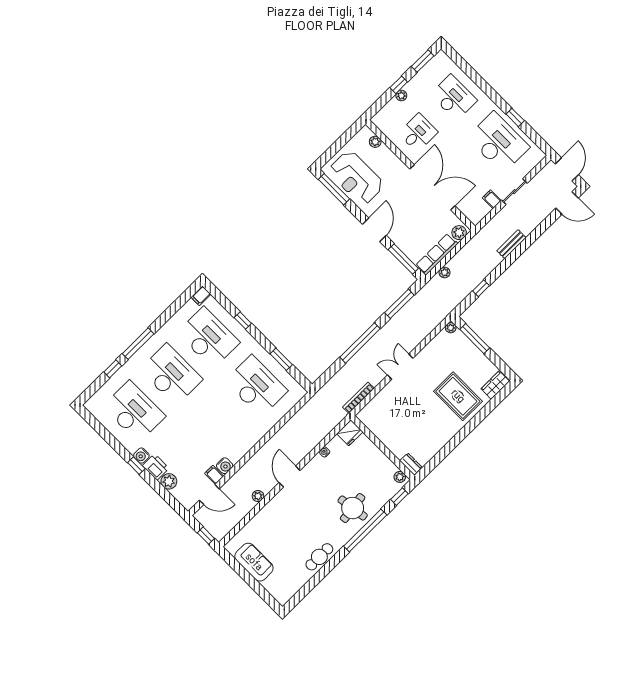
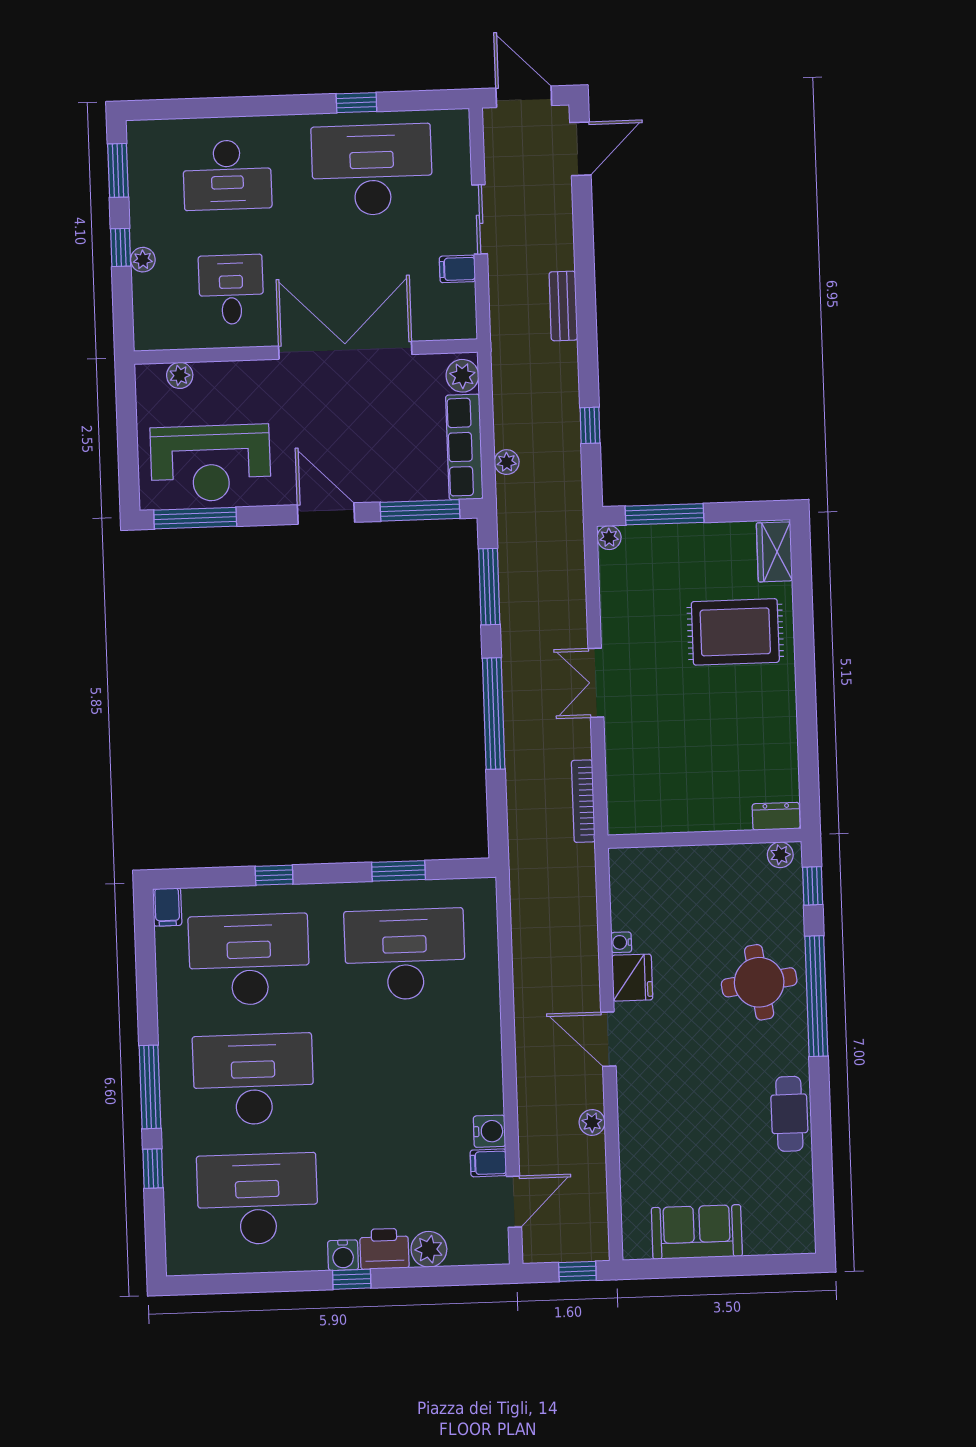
desk: (454, 97) -> (227, 175), turned 180
fridge: (350, 433) -> (632, 978), moved

